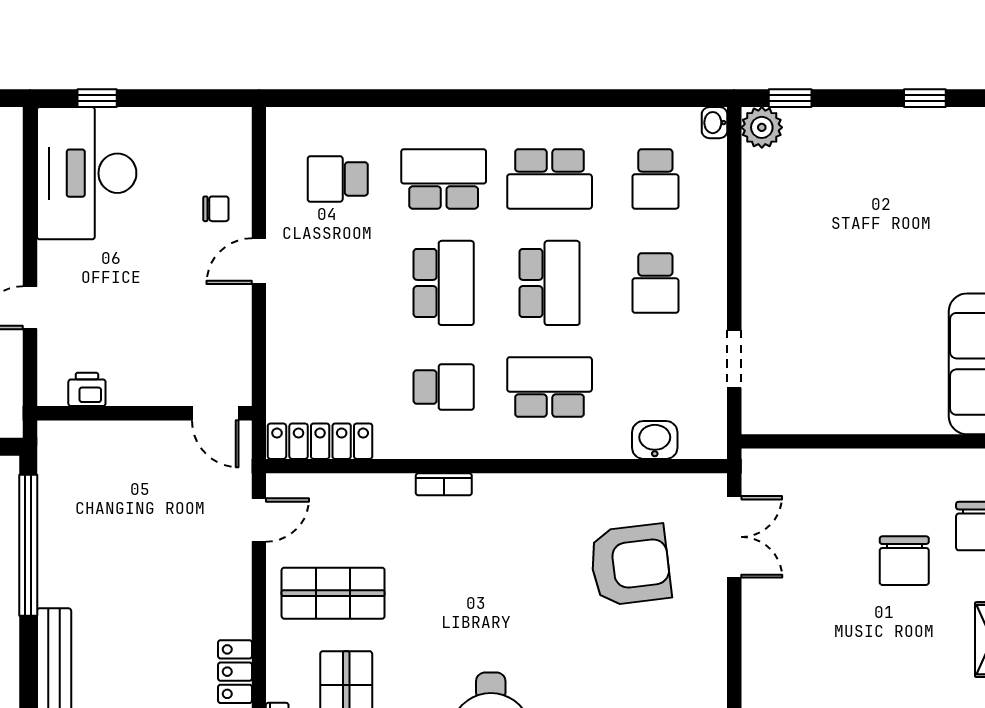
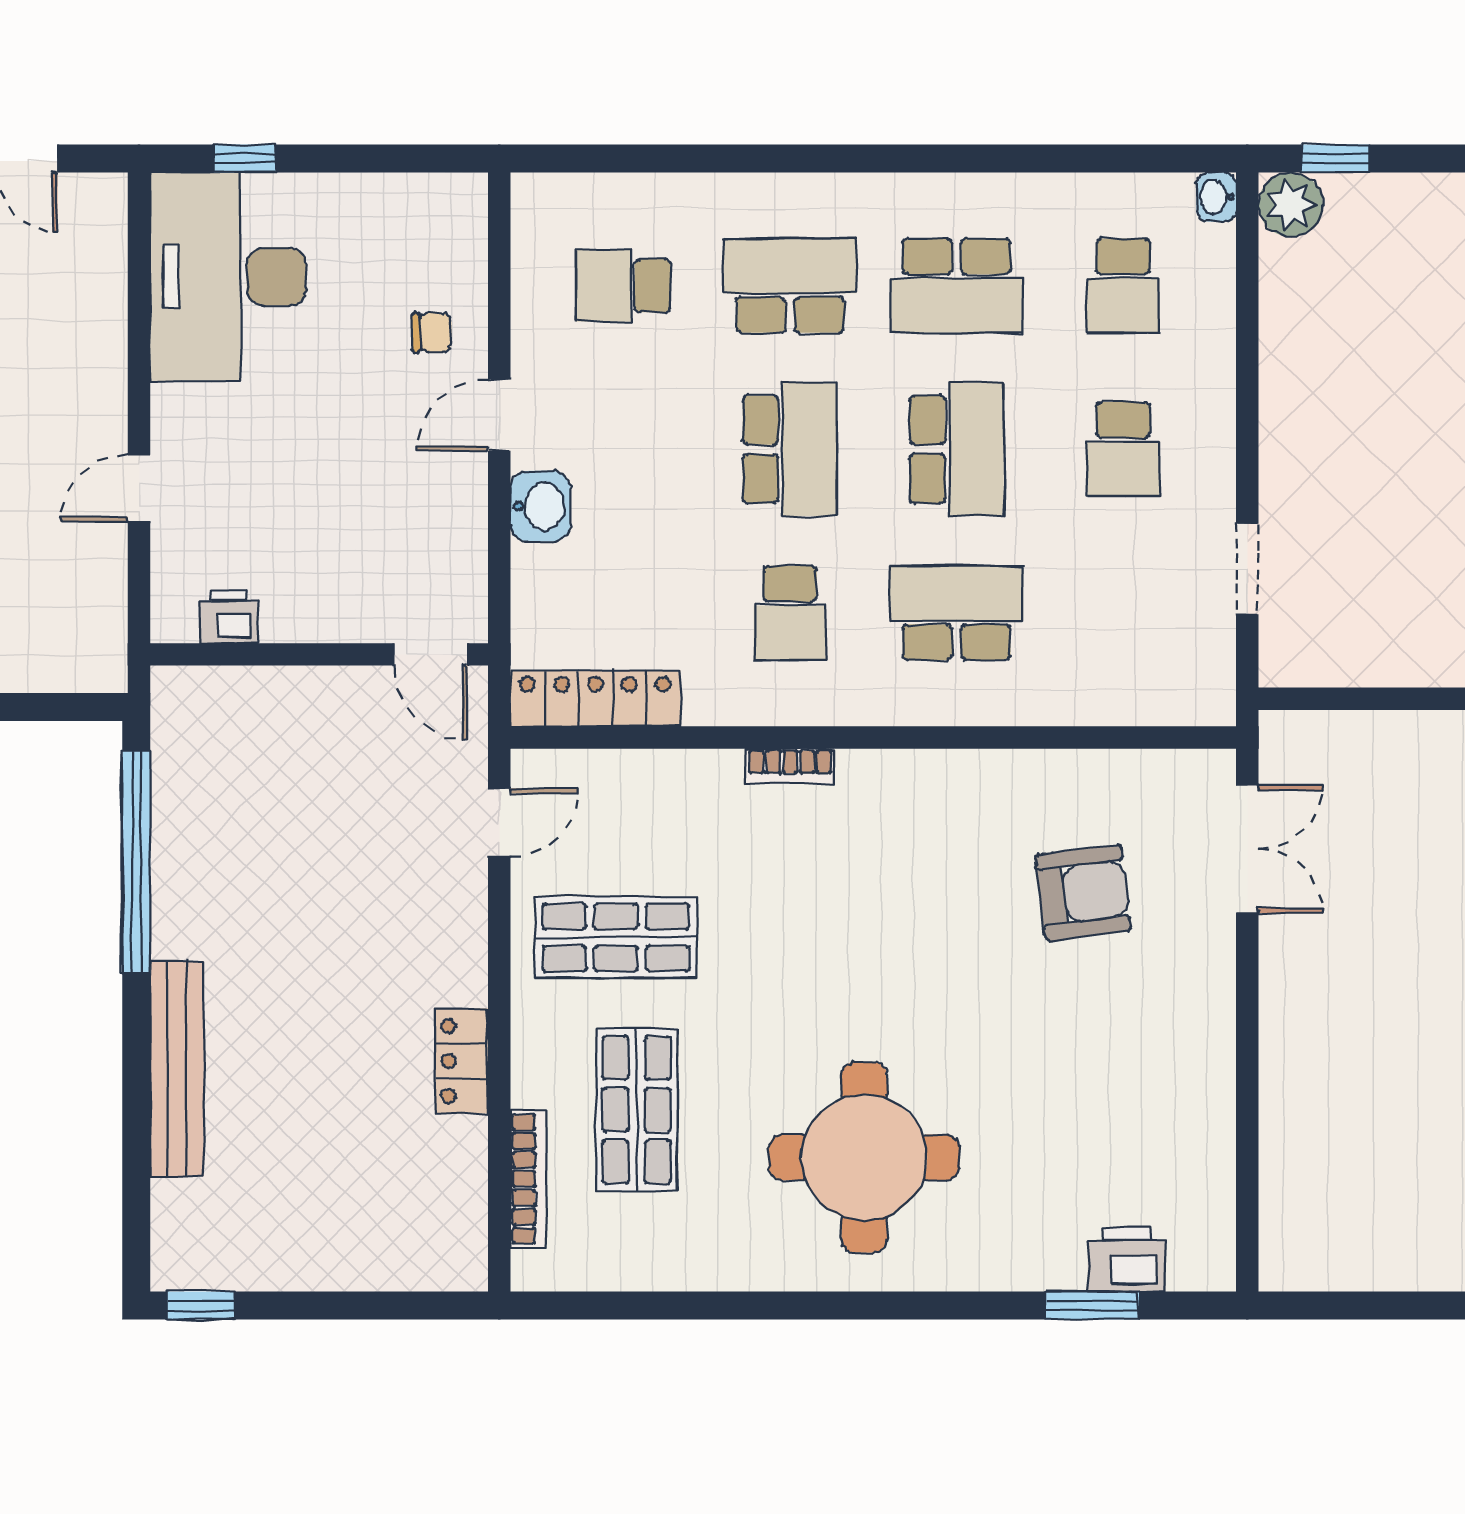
school desk: (444, 387) -> (790, 613), turned 90
washbasin: (655, 440) -> (540, 506), moved, turned 90
armchair: (630, 565) -> (1084, 893), width x0.73, depth x0.73

